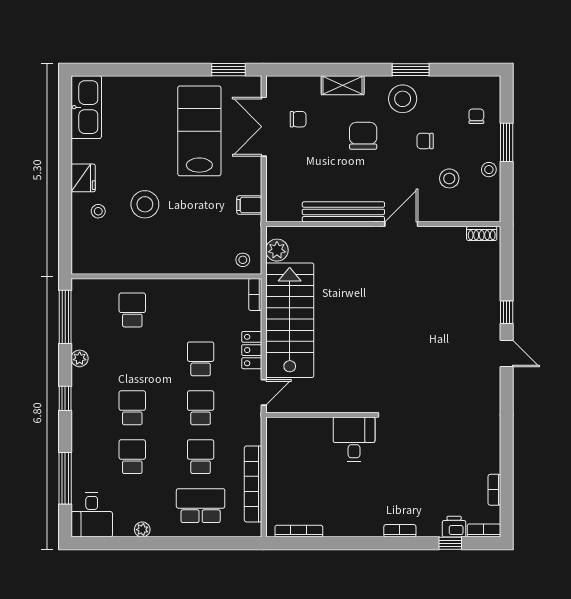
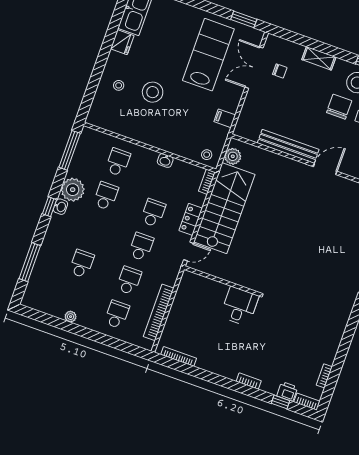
chair: (363, 136) -> (339, 107), moved
fridge: (83, 178) -> (122, 42), moved
washbasin: (192, 286) -> (165, 161), added
plant: (80, 358) -> (73, 190), width x1.88, depth x1.88
washbasin: (79, 393) -> (60, 207), added
school desk: (132, 408) -> (106, 196), moved
school desk: (201, 506) -> (117, 314), width x0.54
desk: (92, 515) -> (39, 294), removed

